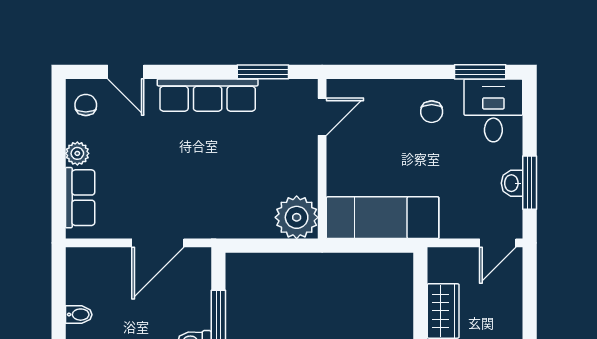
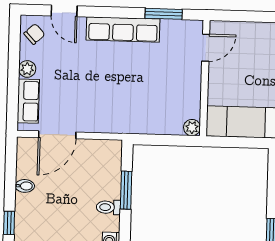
chair: (86, 105) -> (34, 34), turned 47
plant: (297, 217) -> (192, 128), width x0.53, depth x0.53
door: (158, 243) -> (57, 135), moved

